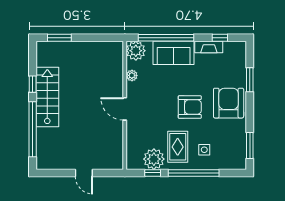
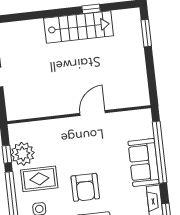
plant: (136, 51) -> (141, 120), removed
plant: (132, 75) -> (113, 119), removed
door: (125, 109) -> (93, 113), moved
window: (33, 129) -> (41, 15), removed

